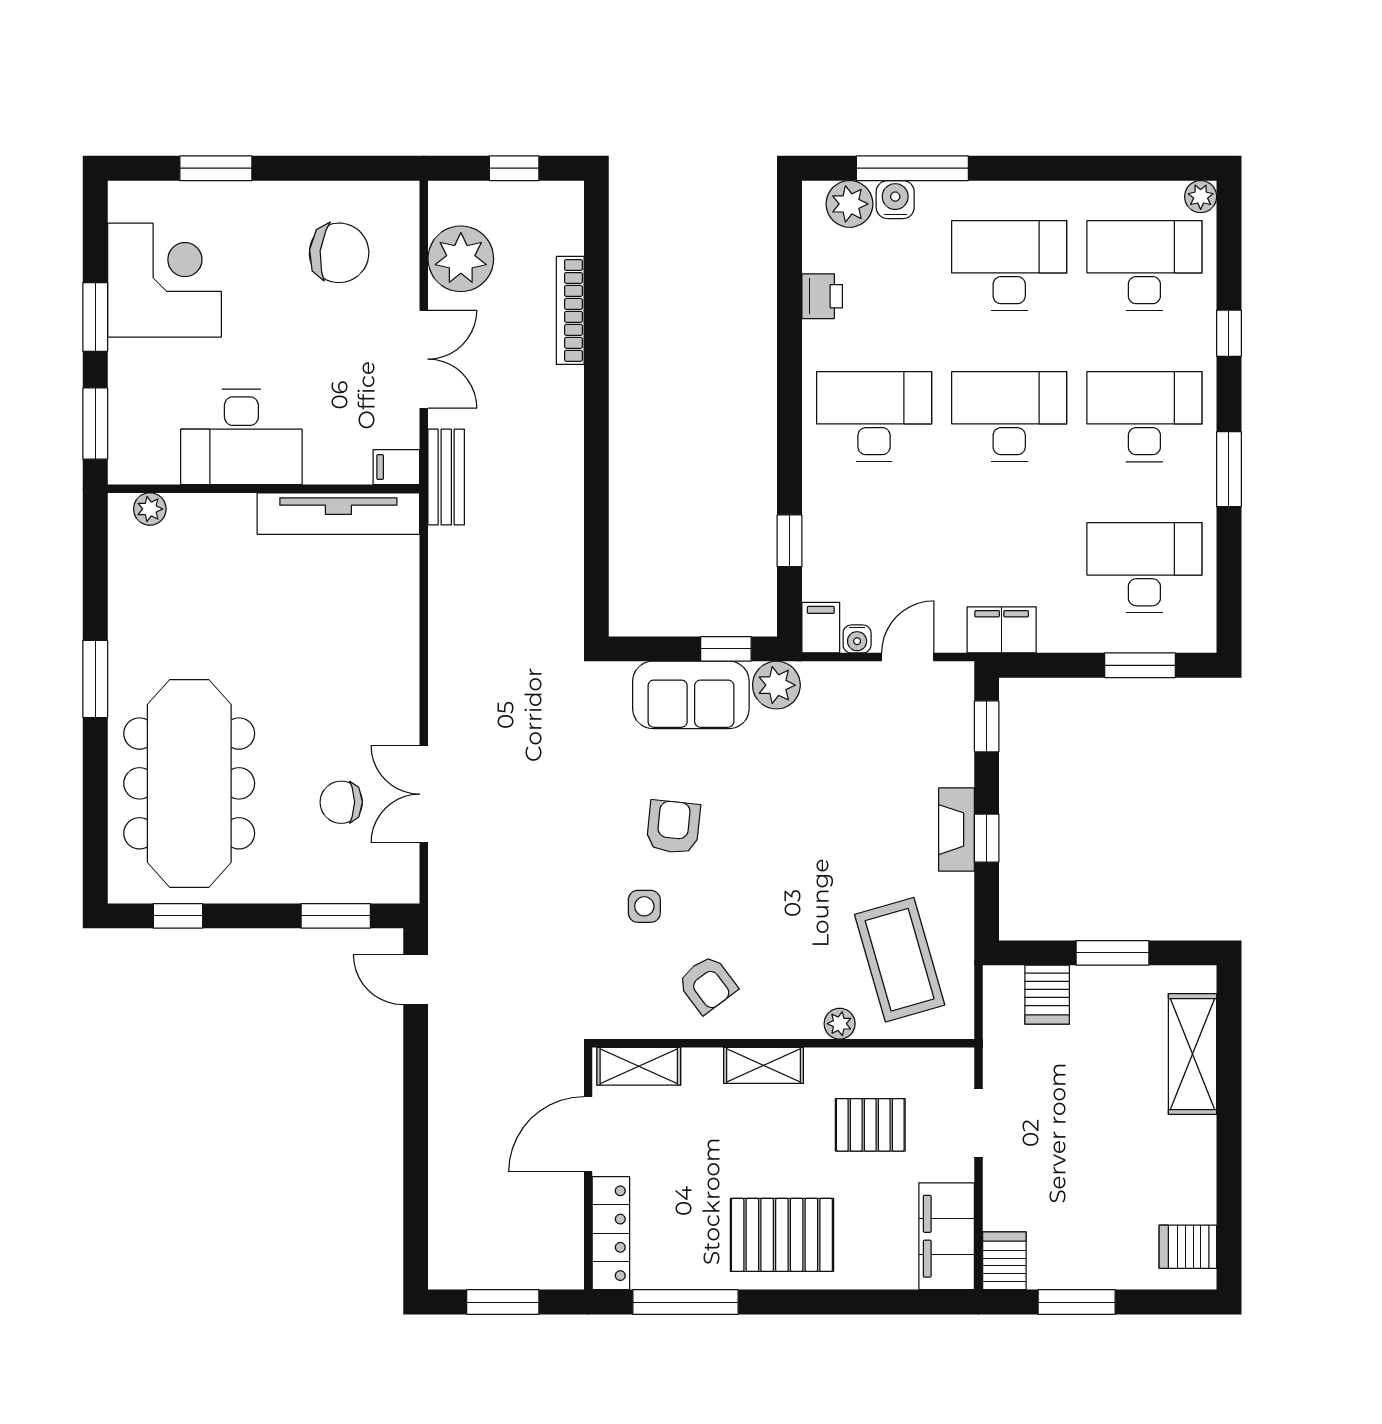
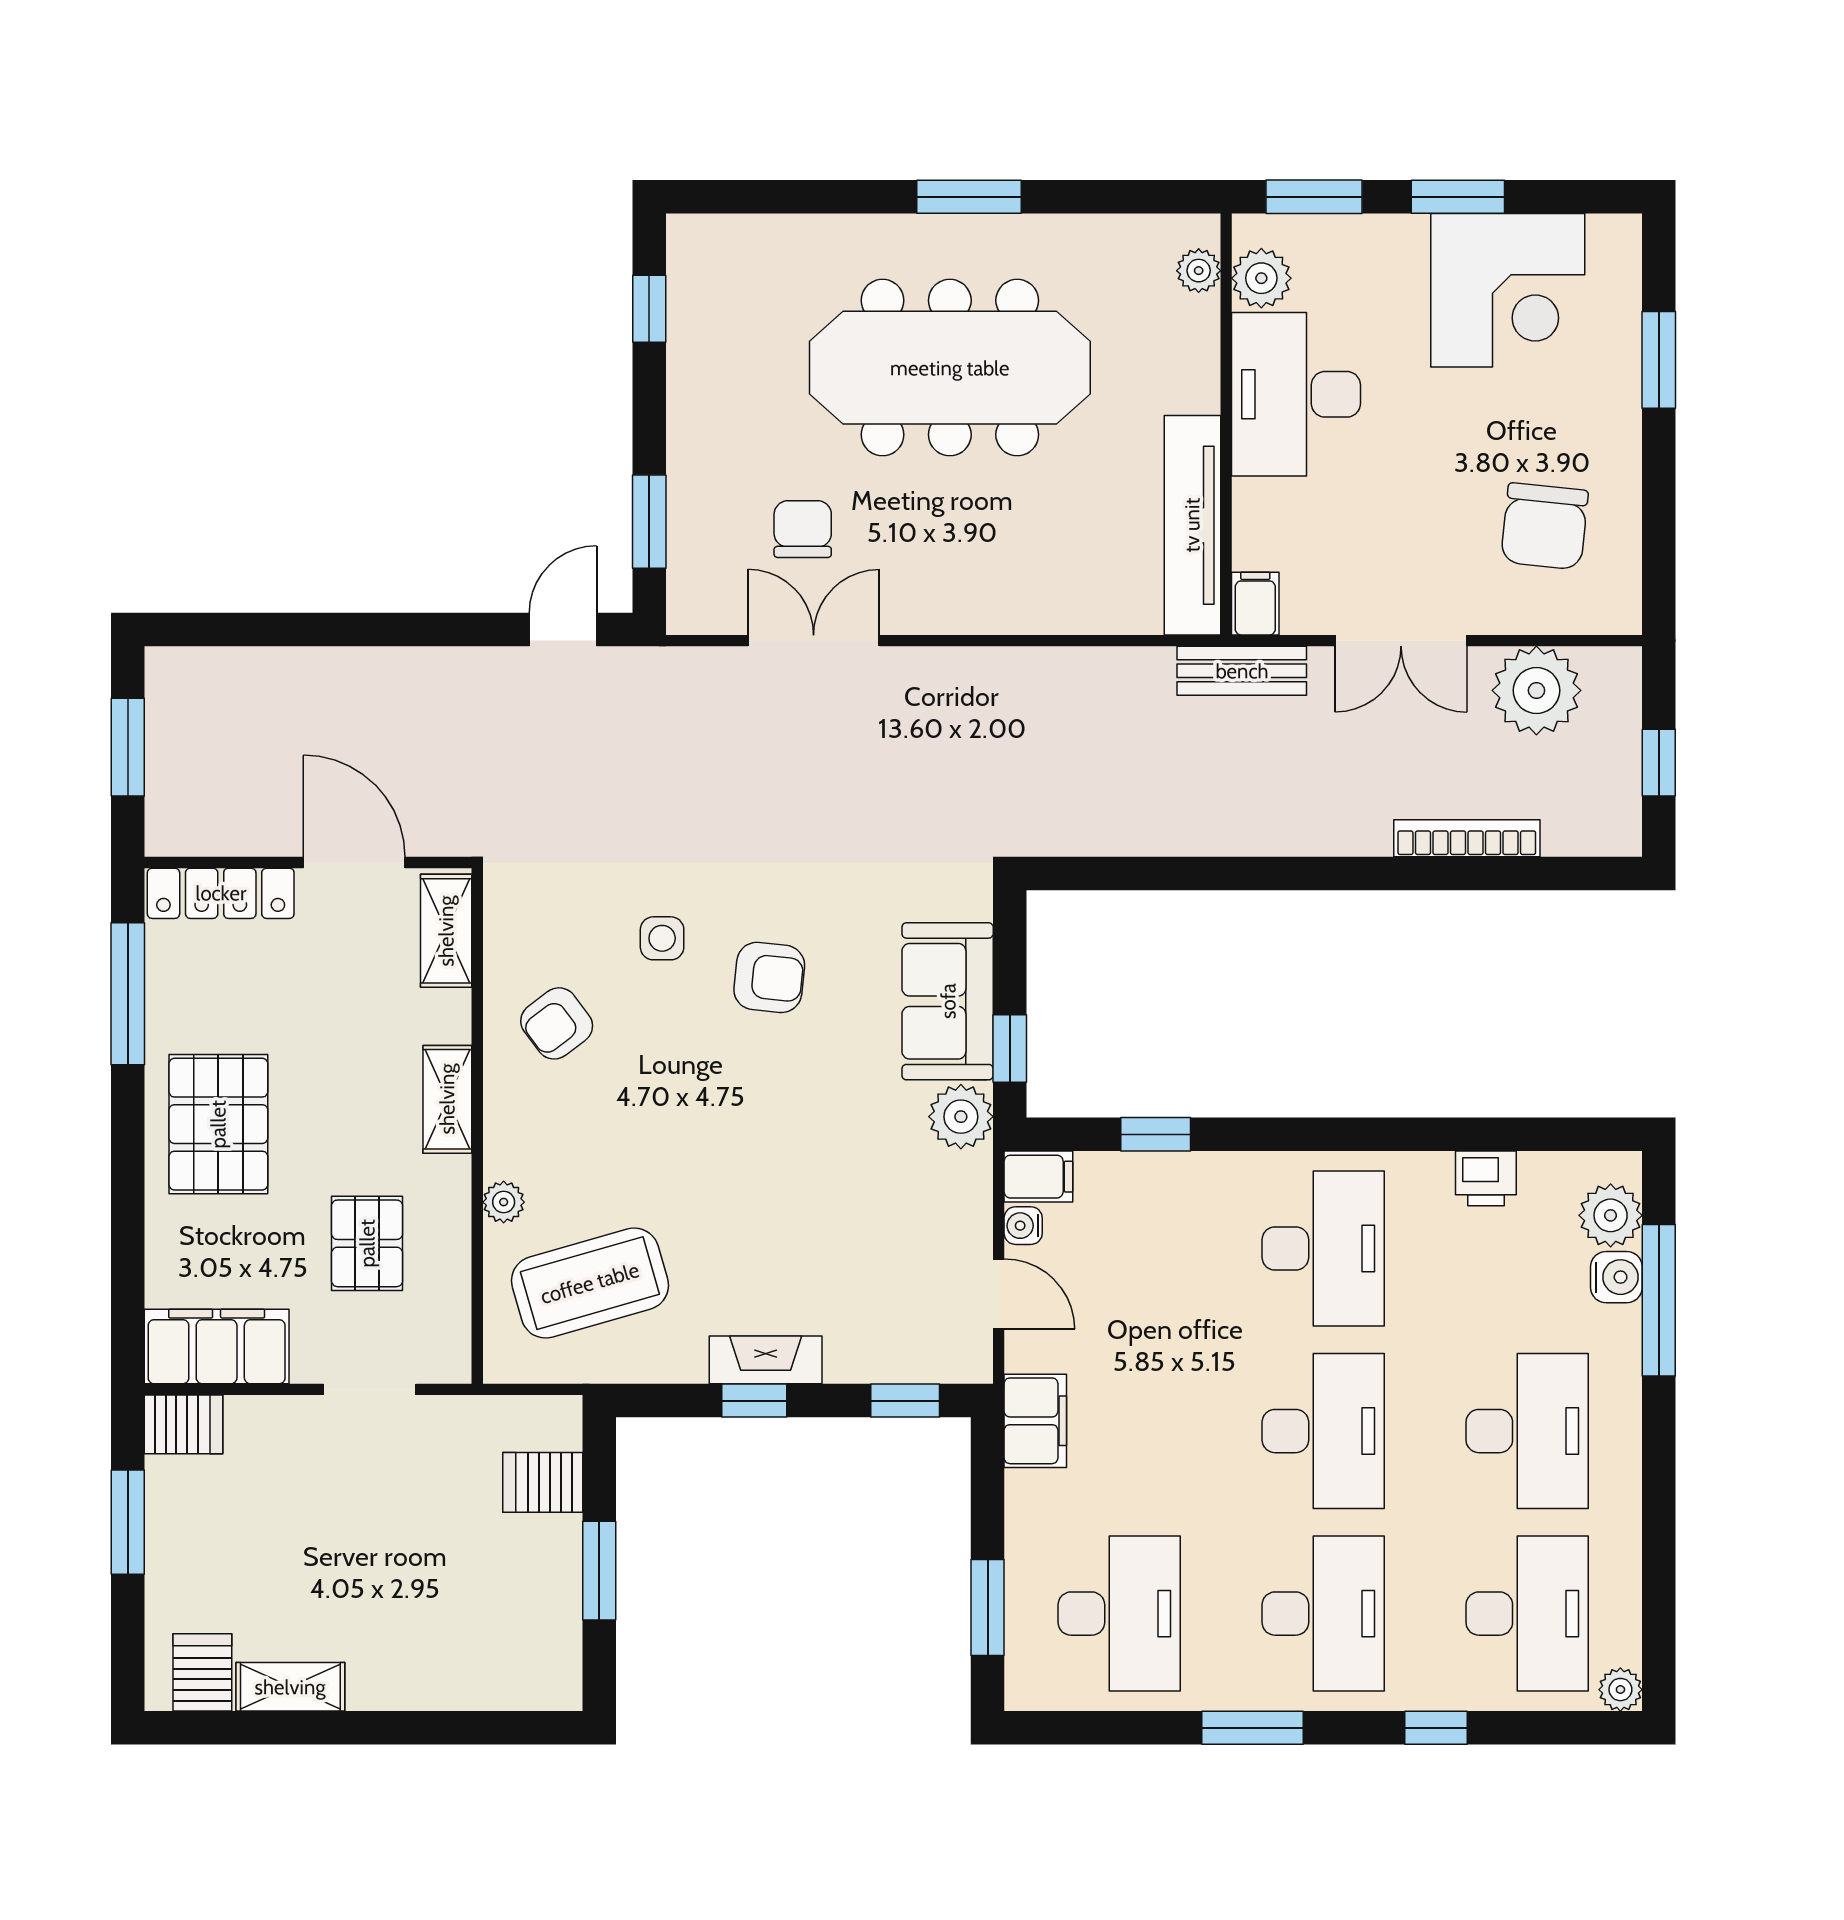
plant: (155, 463) -> (1261, 278), added
meeting table: (189, 783) -> (950, 368), moved
shelving: (1193, 1054) -> (290, 1687), moved, width x0.67, depth x0.75

